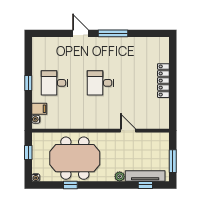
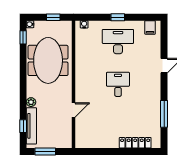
window: (113, 33) -> (164, 114), moved
locker: (163, 81) -> (135, 143), moved
desk: (54, 83) -> (118, 42), width x1.37
filing cabinet: (39, 109) -> (150, 27), moved
window: (70, 185) -> (23, 37), moved

